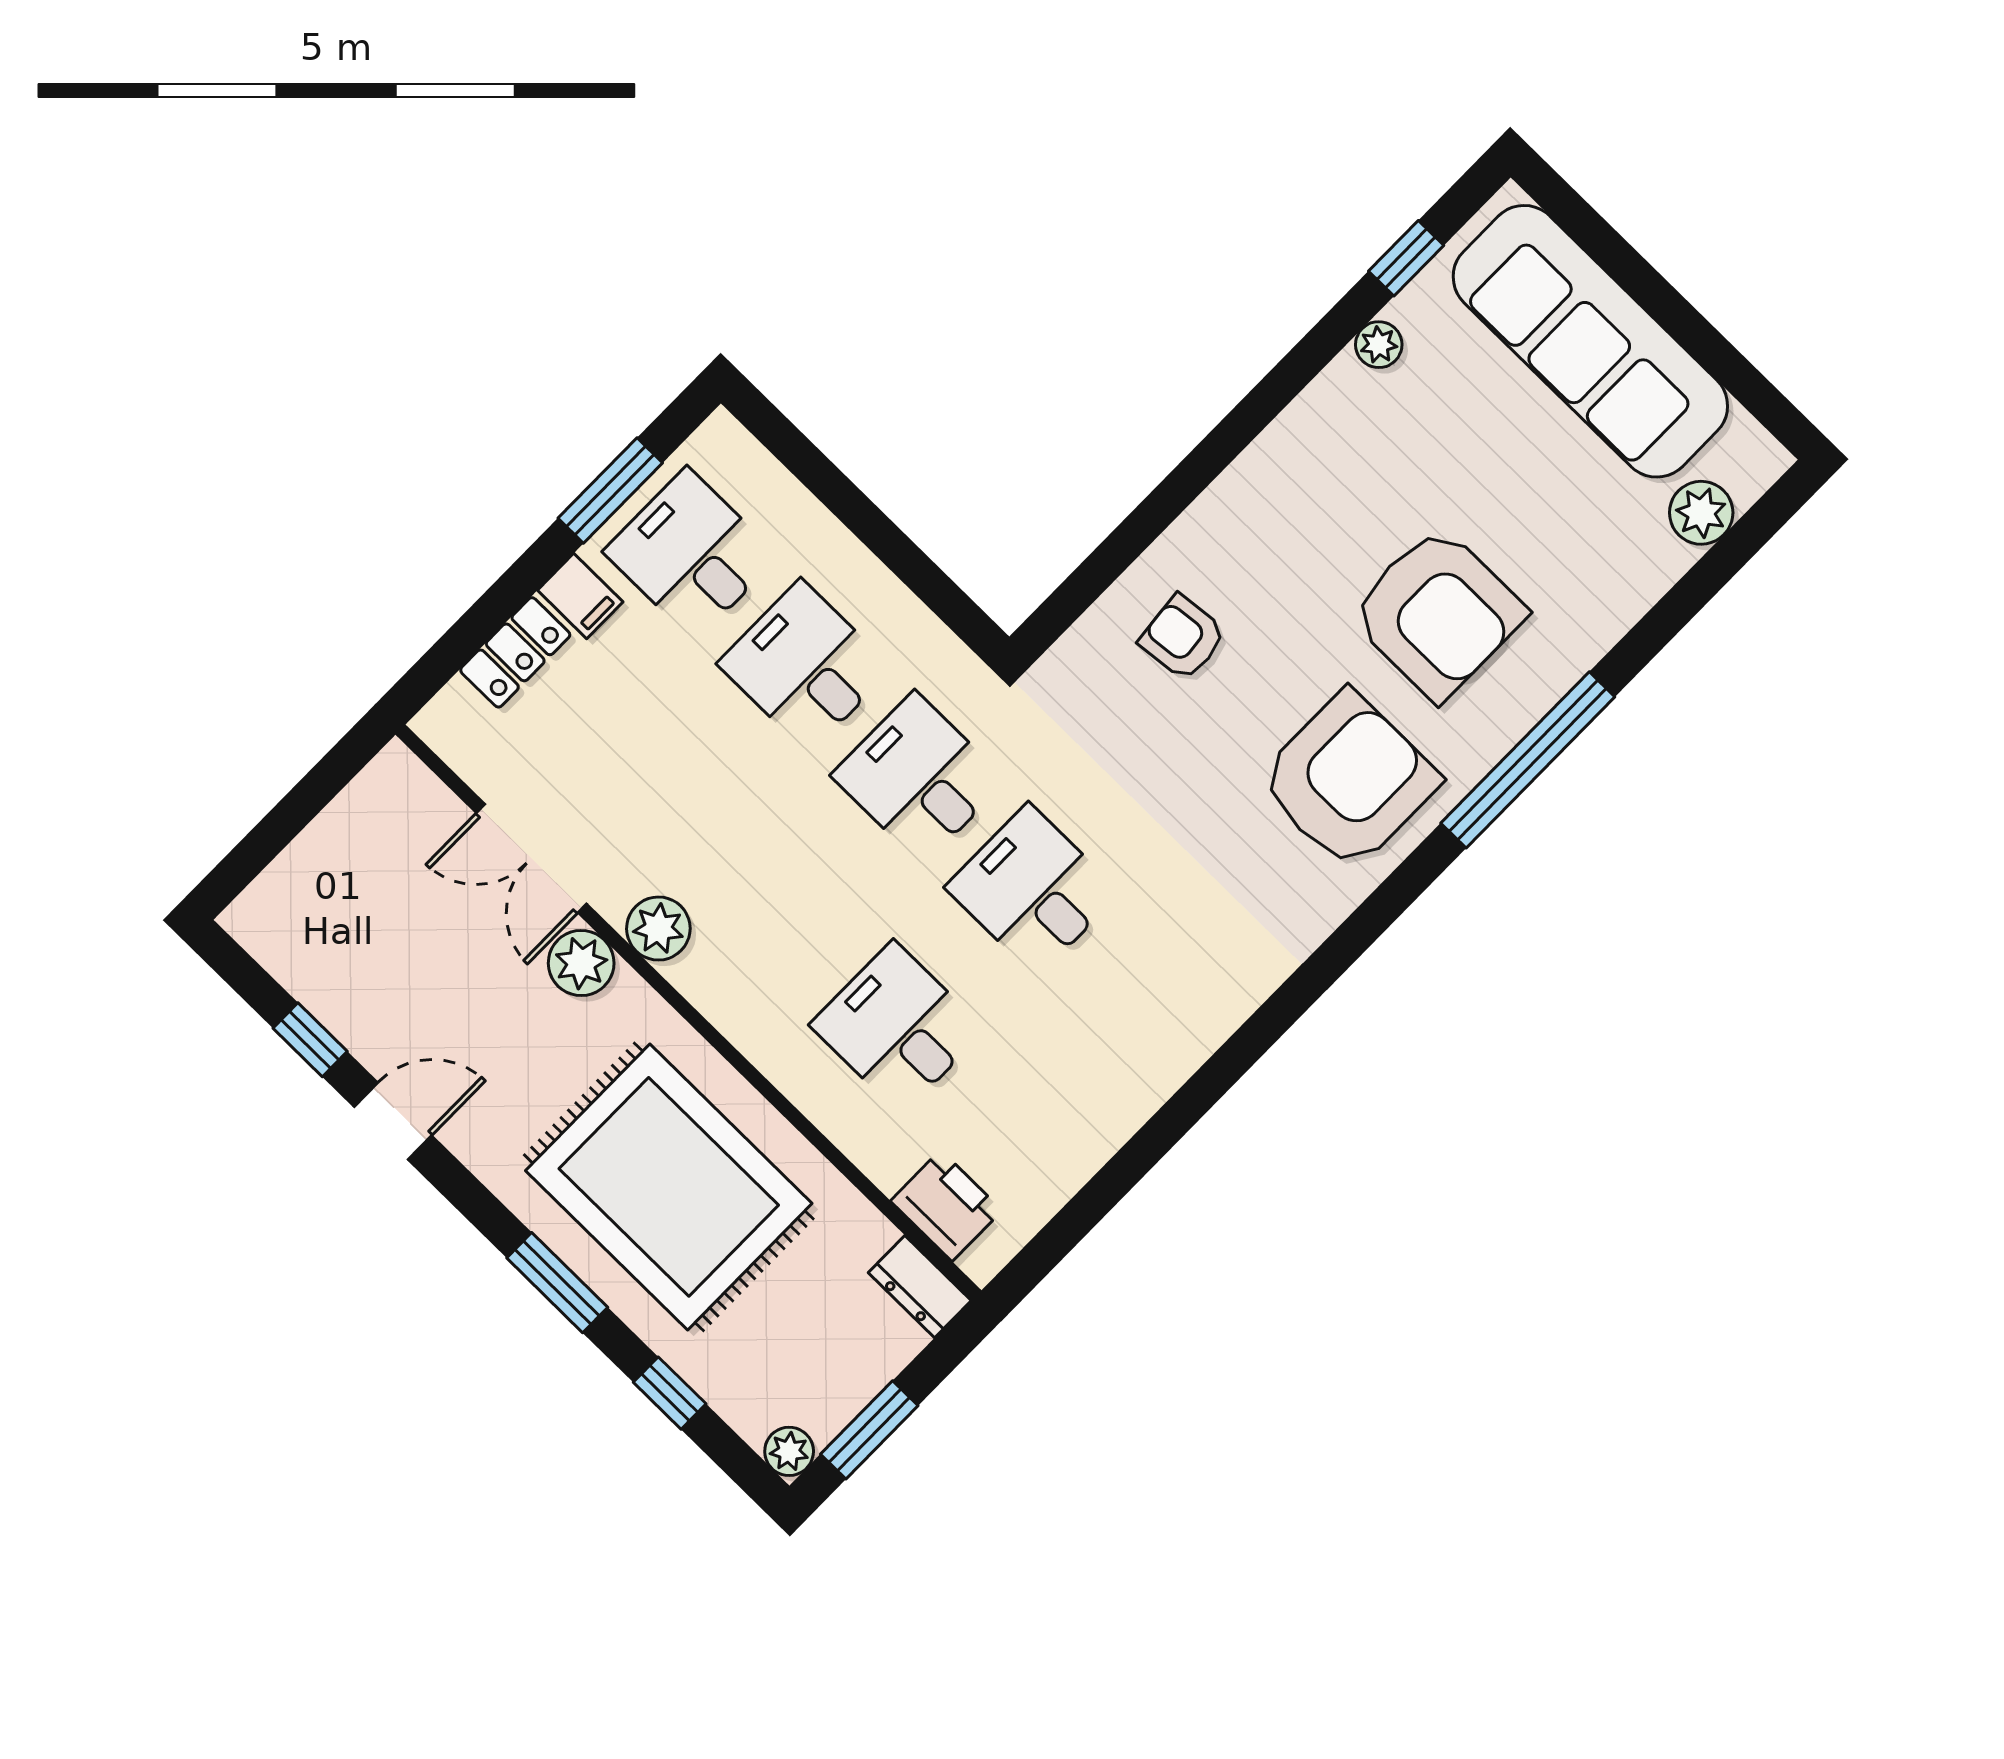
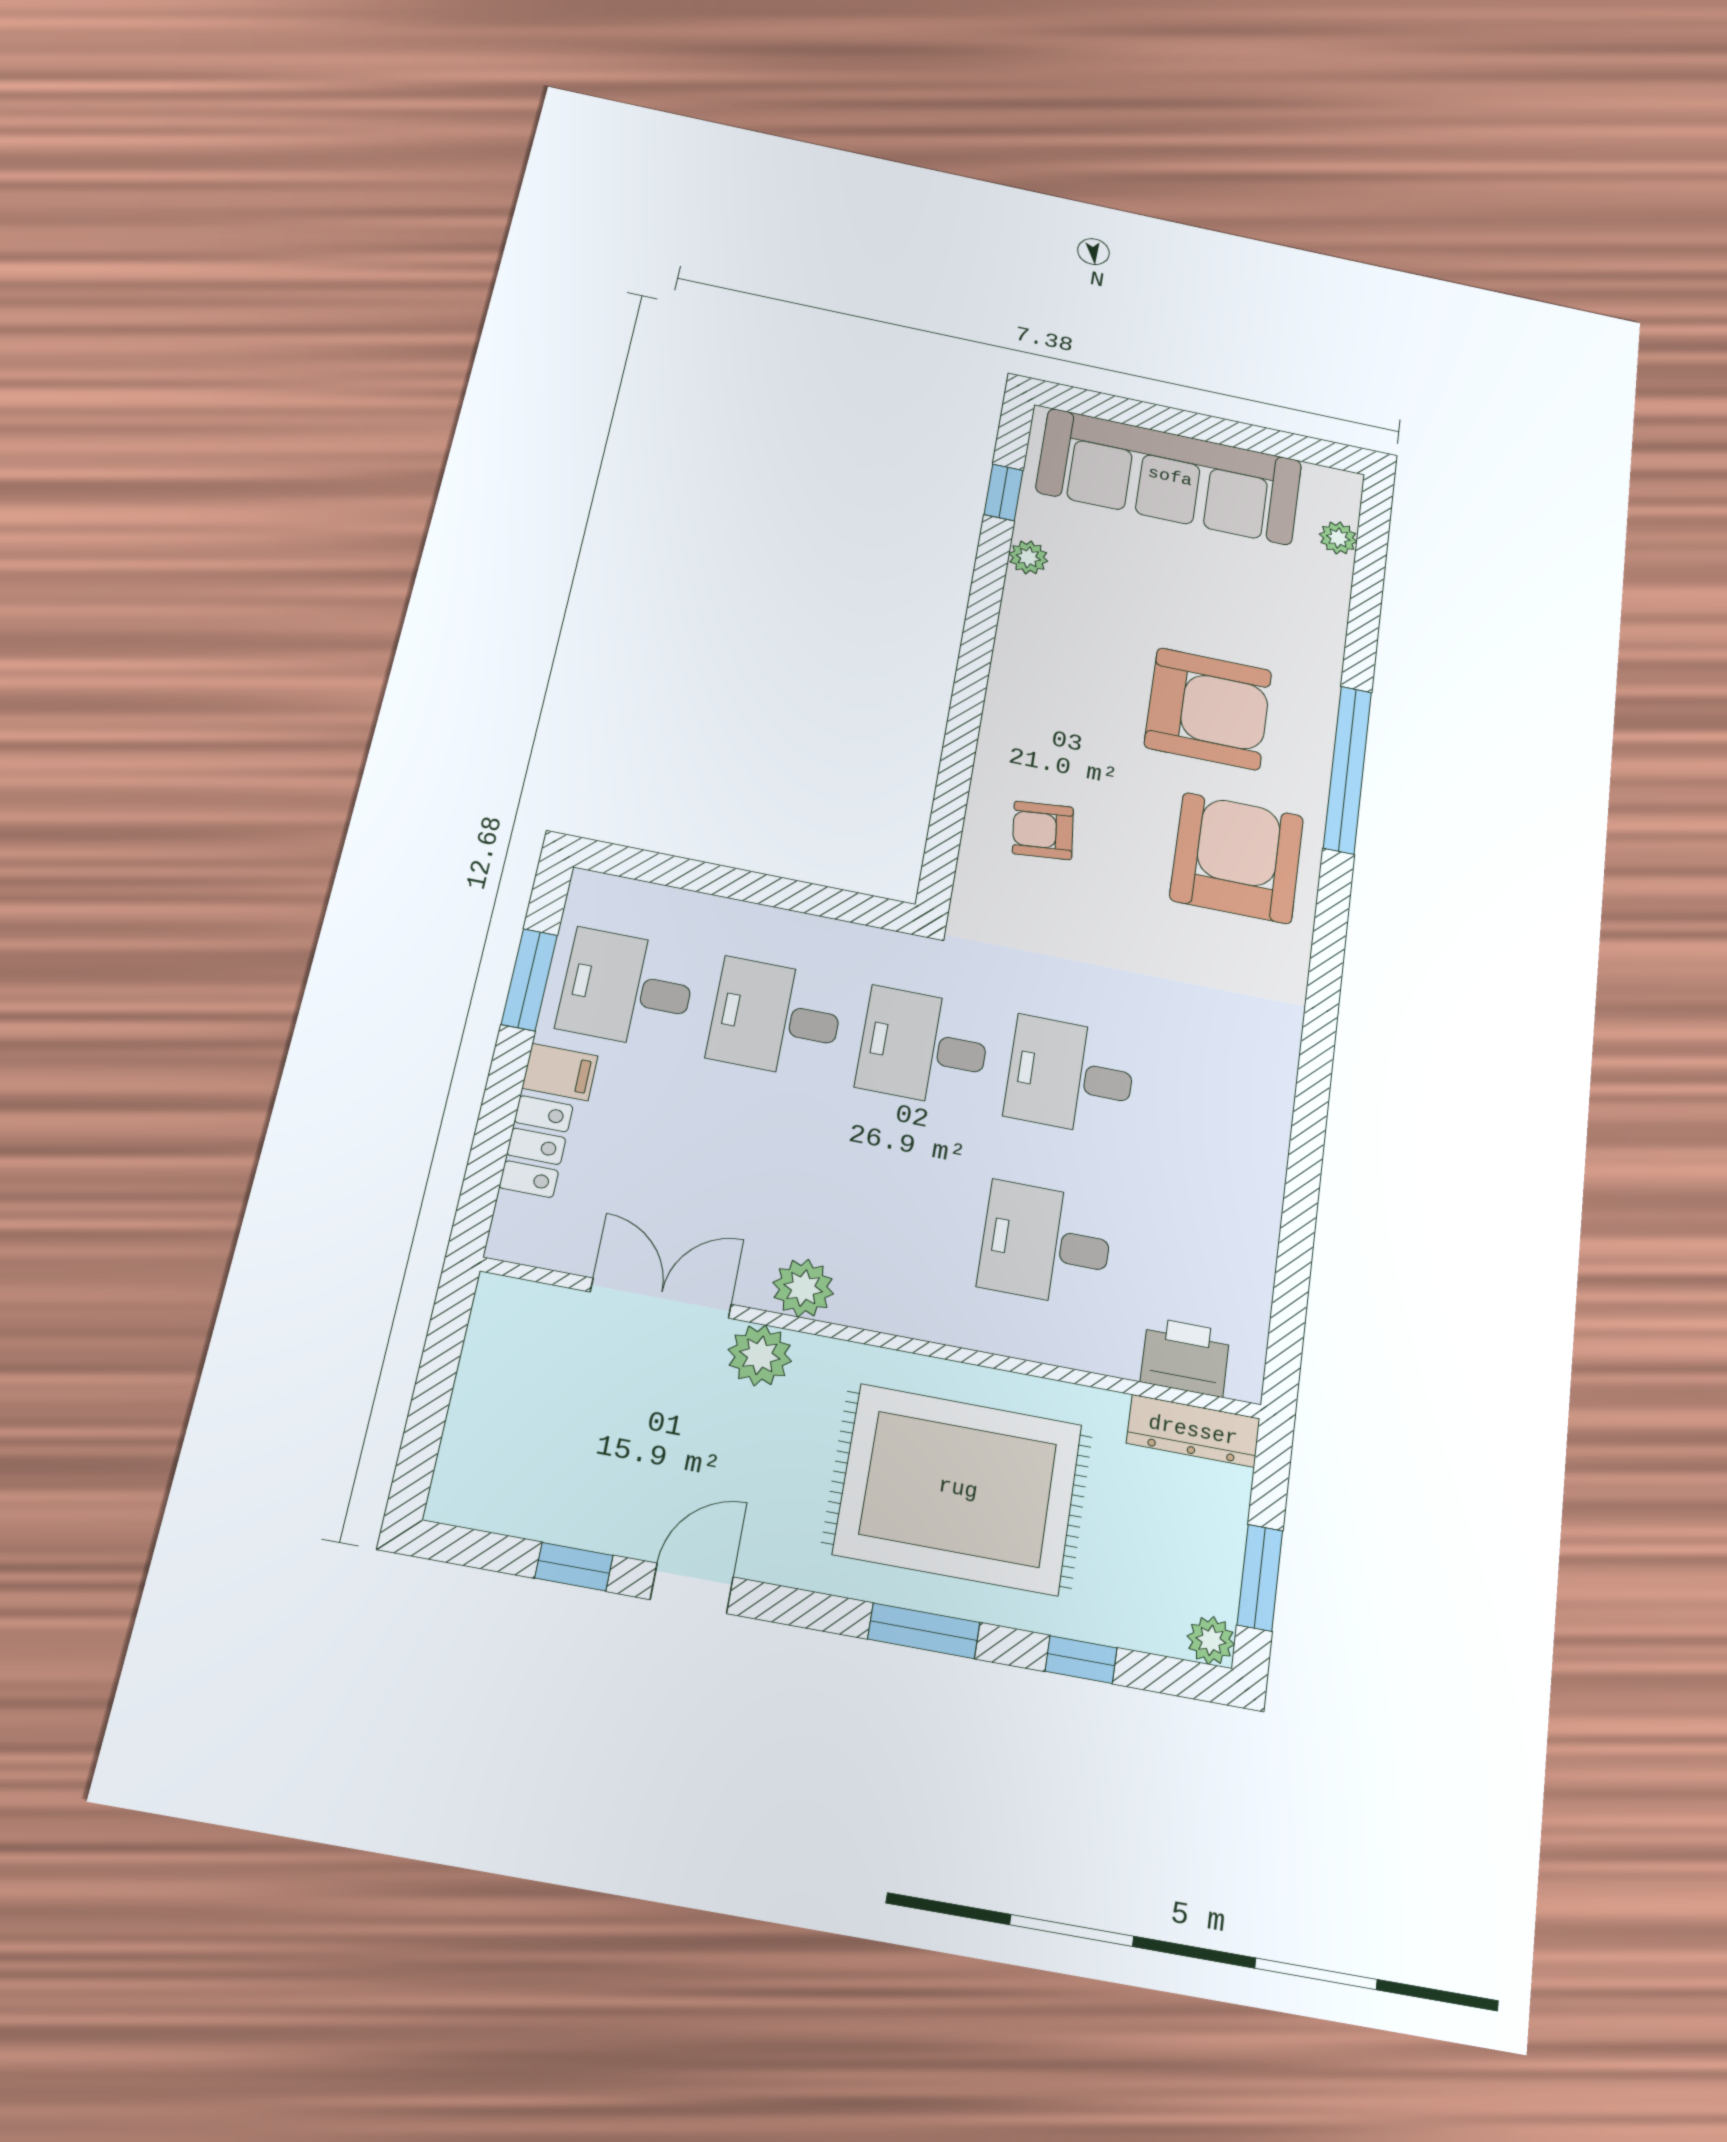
plant: (1701, 513) -> (1338, 538), width x0.73, depth x0.73
double door: (532, 858) -> (661, 1298), swing flipped
dresser: (920, 1287) -> (1193, 1431), width x1.44

